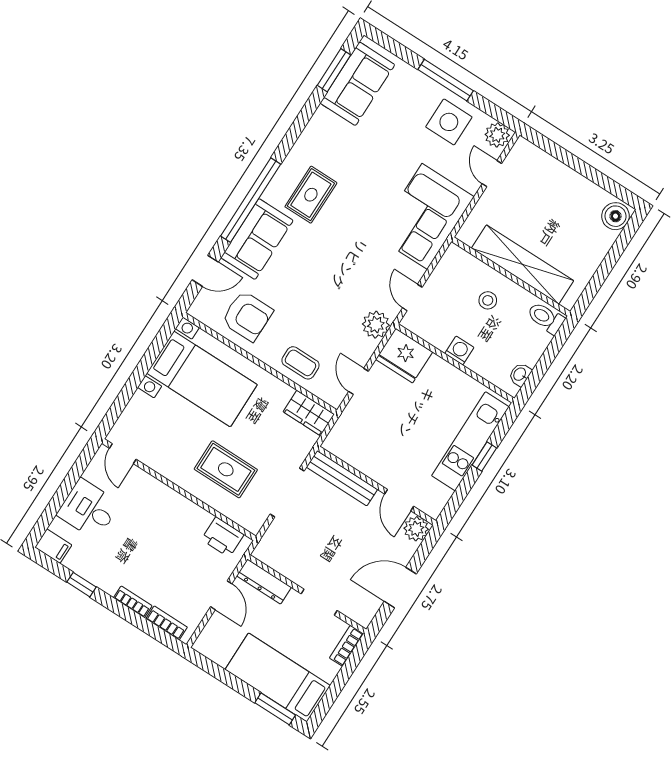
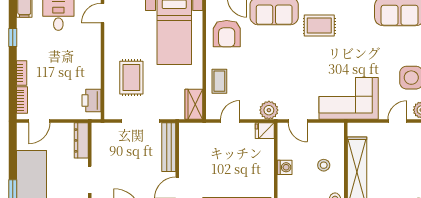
door: (412, 297) -> (298, 121), swing flipped
fridge: (404, 356) -> (265, 131), width x0.53, depth x0.75
door: (221, 595) -> (39, 121), moved

